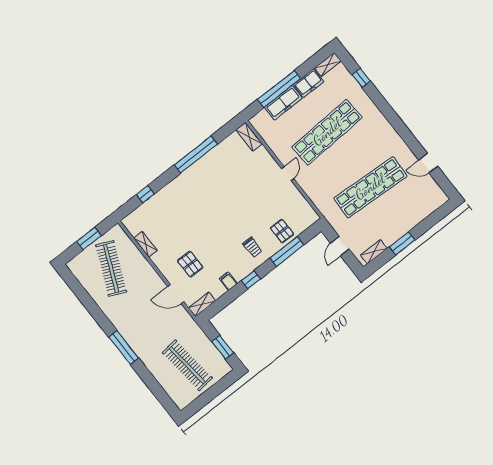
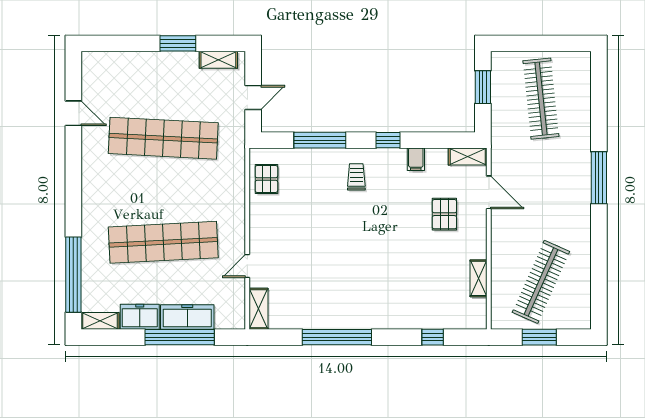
window: (361, 78) -> (73, 275), width x3.17
door: (288, 174) -> (247, 266), moved
pallet: (282, 231) -> (266, 179), moved

